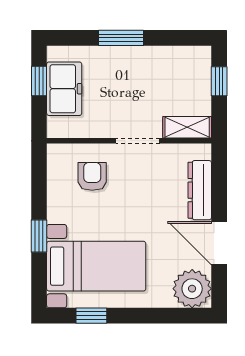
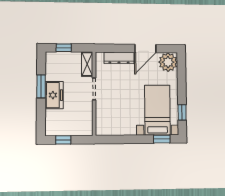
window: (121, 38) -> (41, 86), moved
freezer: (64, 89) -> (54, 95), moved, turned 90
armchair: (92, 176) -> (112, 112), removed
window: (39, 236) -> (162, 139), moved

